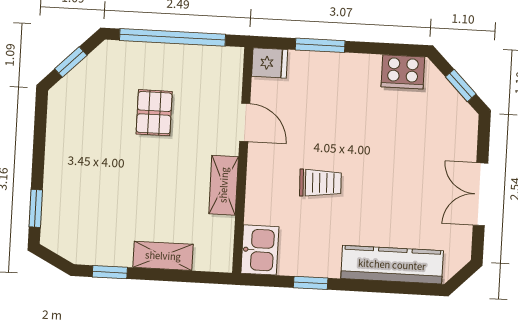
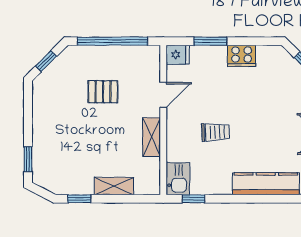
cooker: (403, 72) -> (242, 56), moved
pallet: (154, 113) -> (103, 92), turned 90
door: (245, 122) -> (163, 95), hinge flipped
window: (311, 283) -> (193, 199), moved

